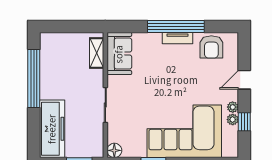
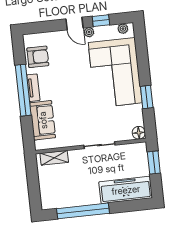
sofa: (119, 54) -> (43, 120), moved, turned 90
door: (244, 80) -> (75, 23), moved
plant: (233, 120) -> (123, 29), moved

